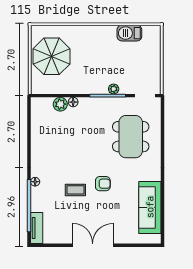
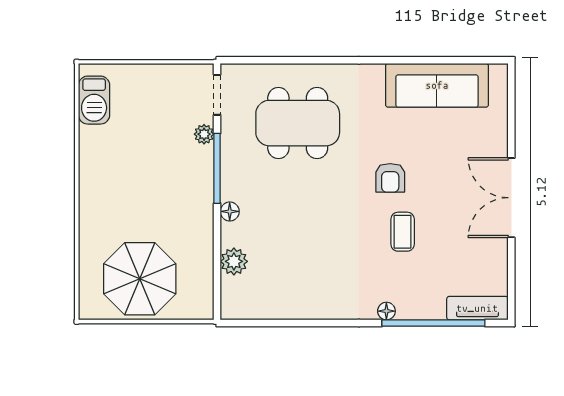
barbecue: (129, 33) -> (94, 100), moved
plant: (114, 89) -> (204, 134), moved
floor lamp: (73, 102) -> (230, 211), moved
armchair: (103, 184) -> (390, 178), turned 180

